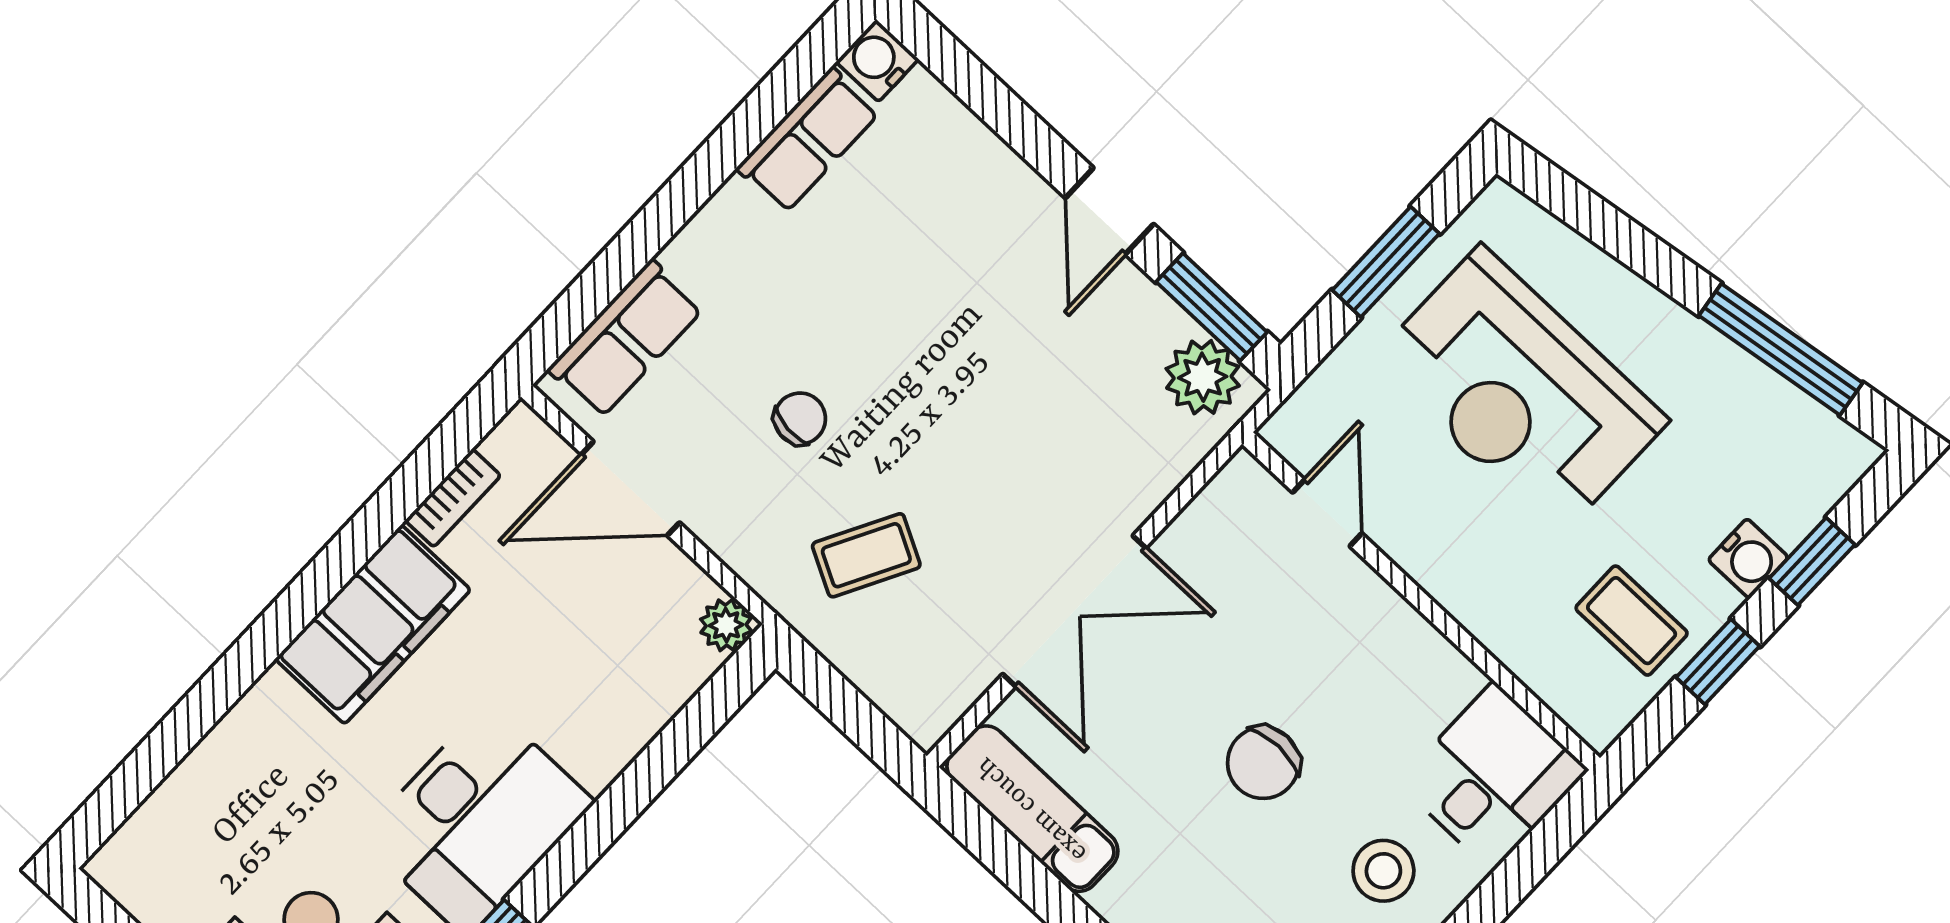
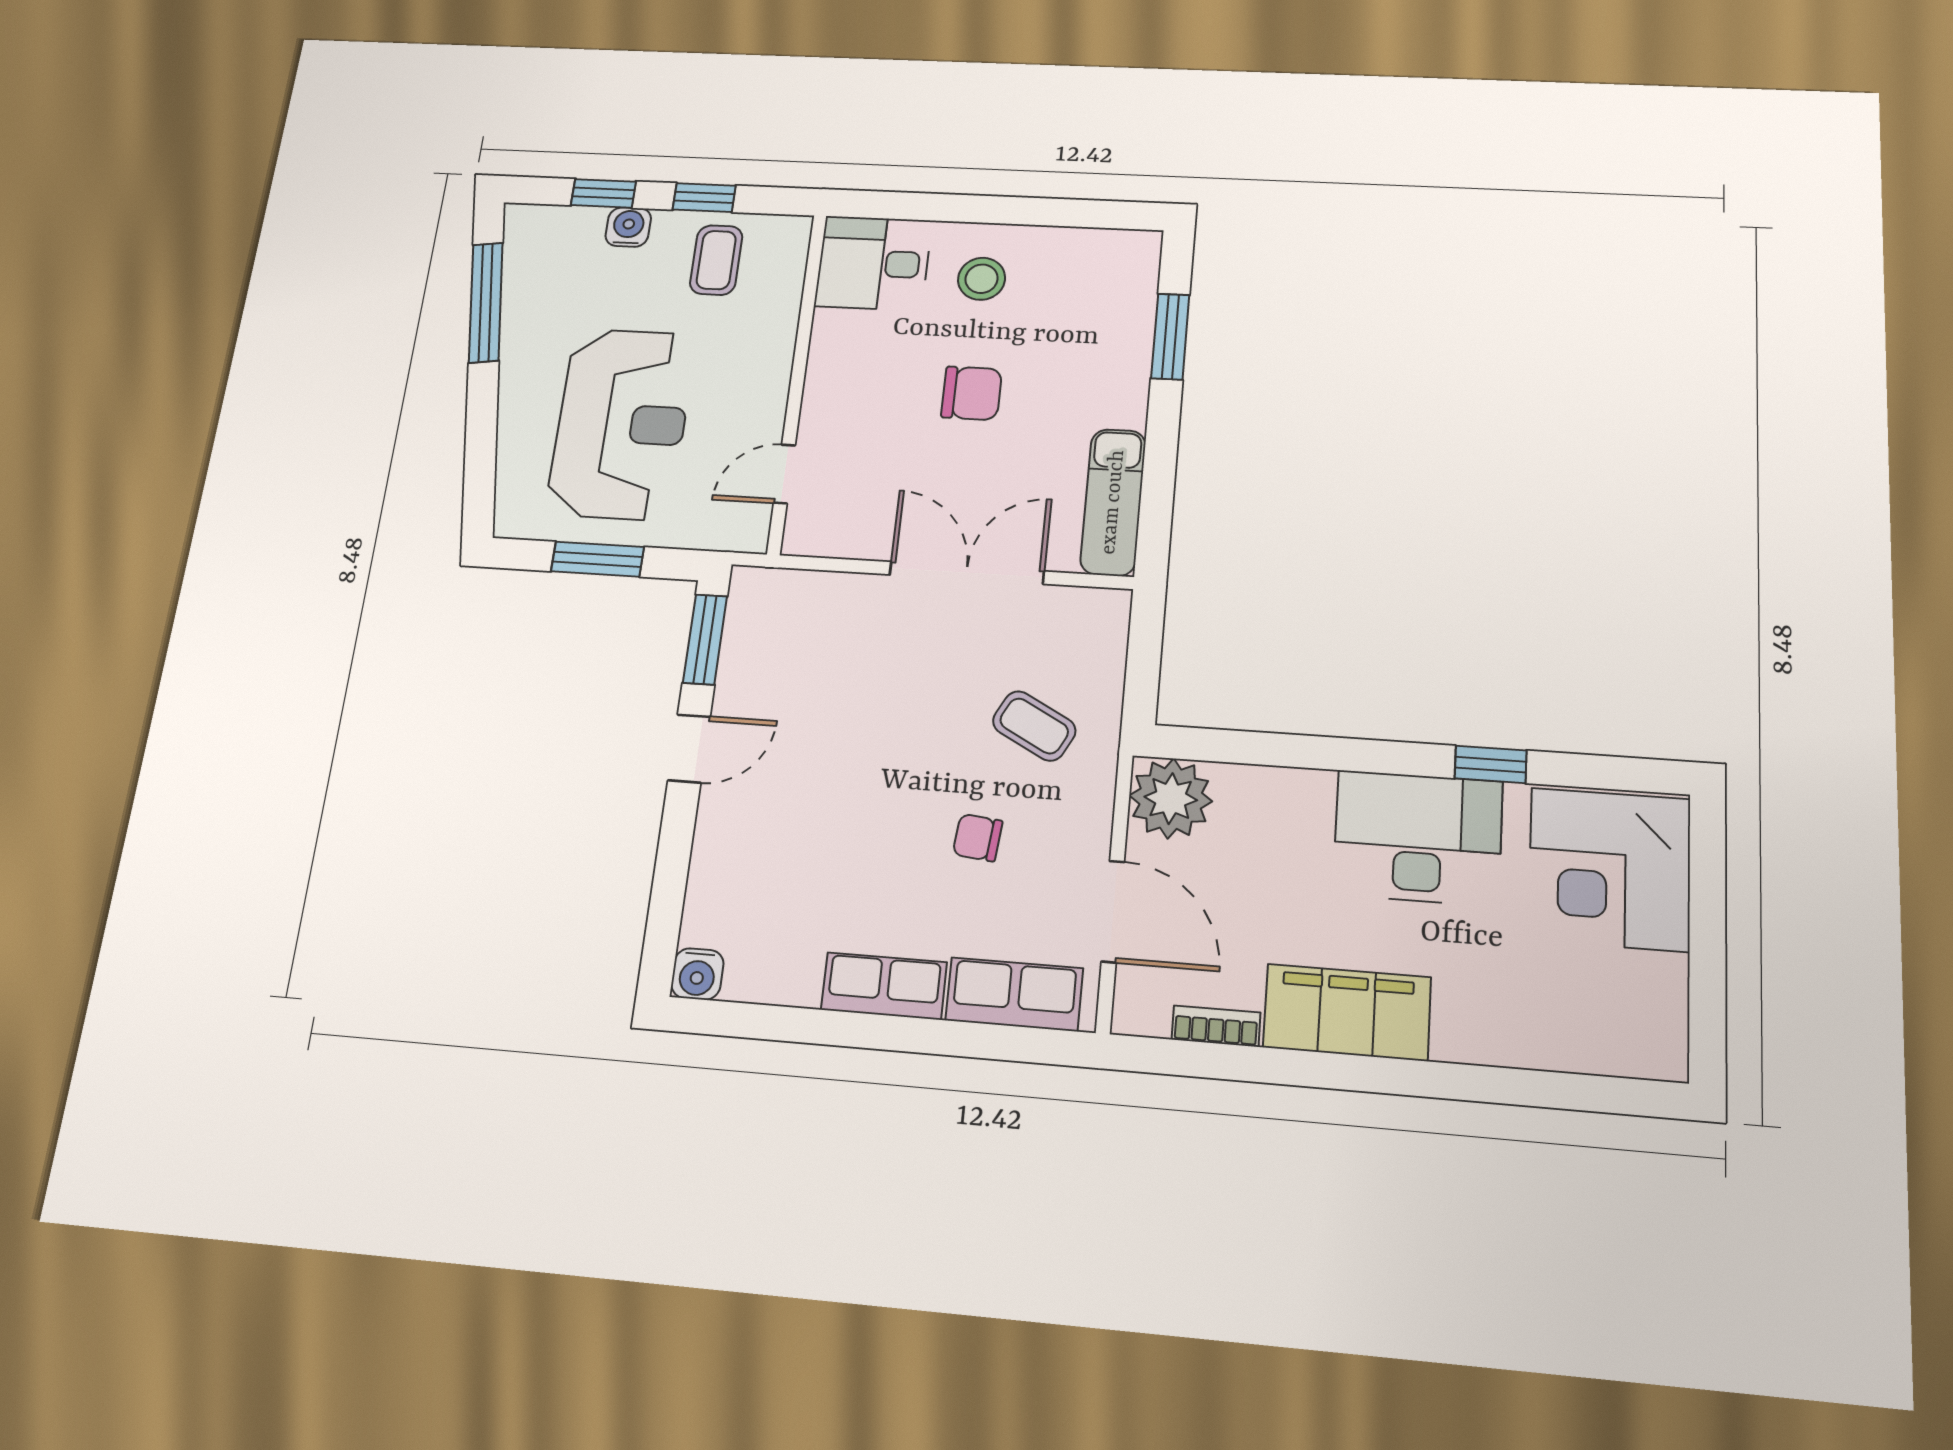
row of seats: (808, 140) -> (884, 986), moved
plant: (1203, 377) -> (755, 611), removed
plant: (726, 625) -> (1171, 798), width x1.88, depth x1.88

